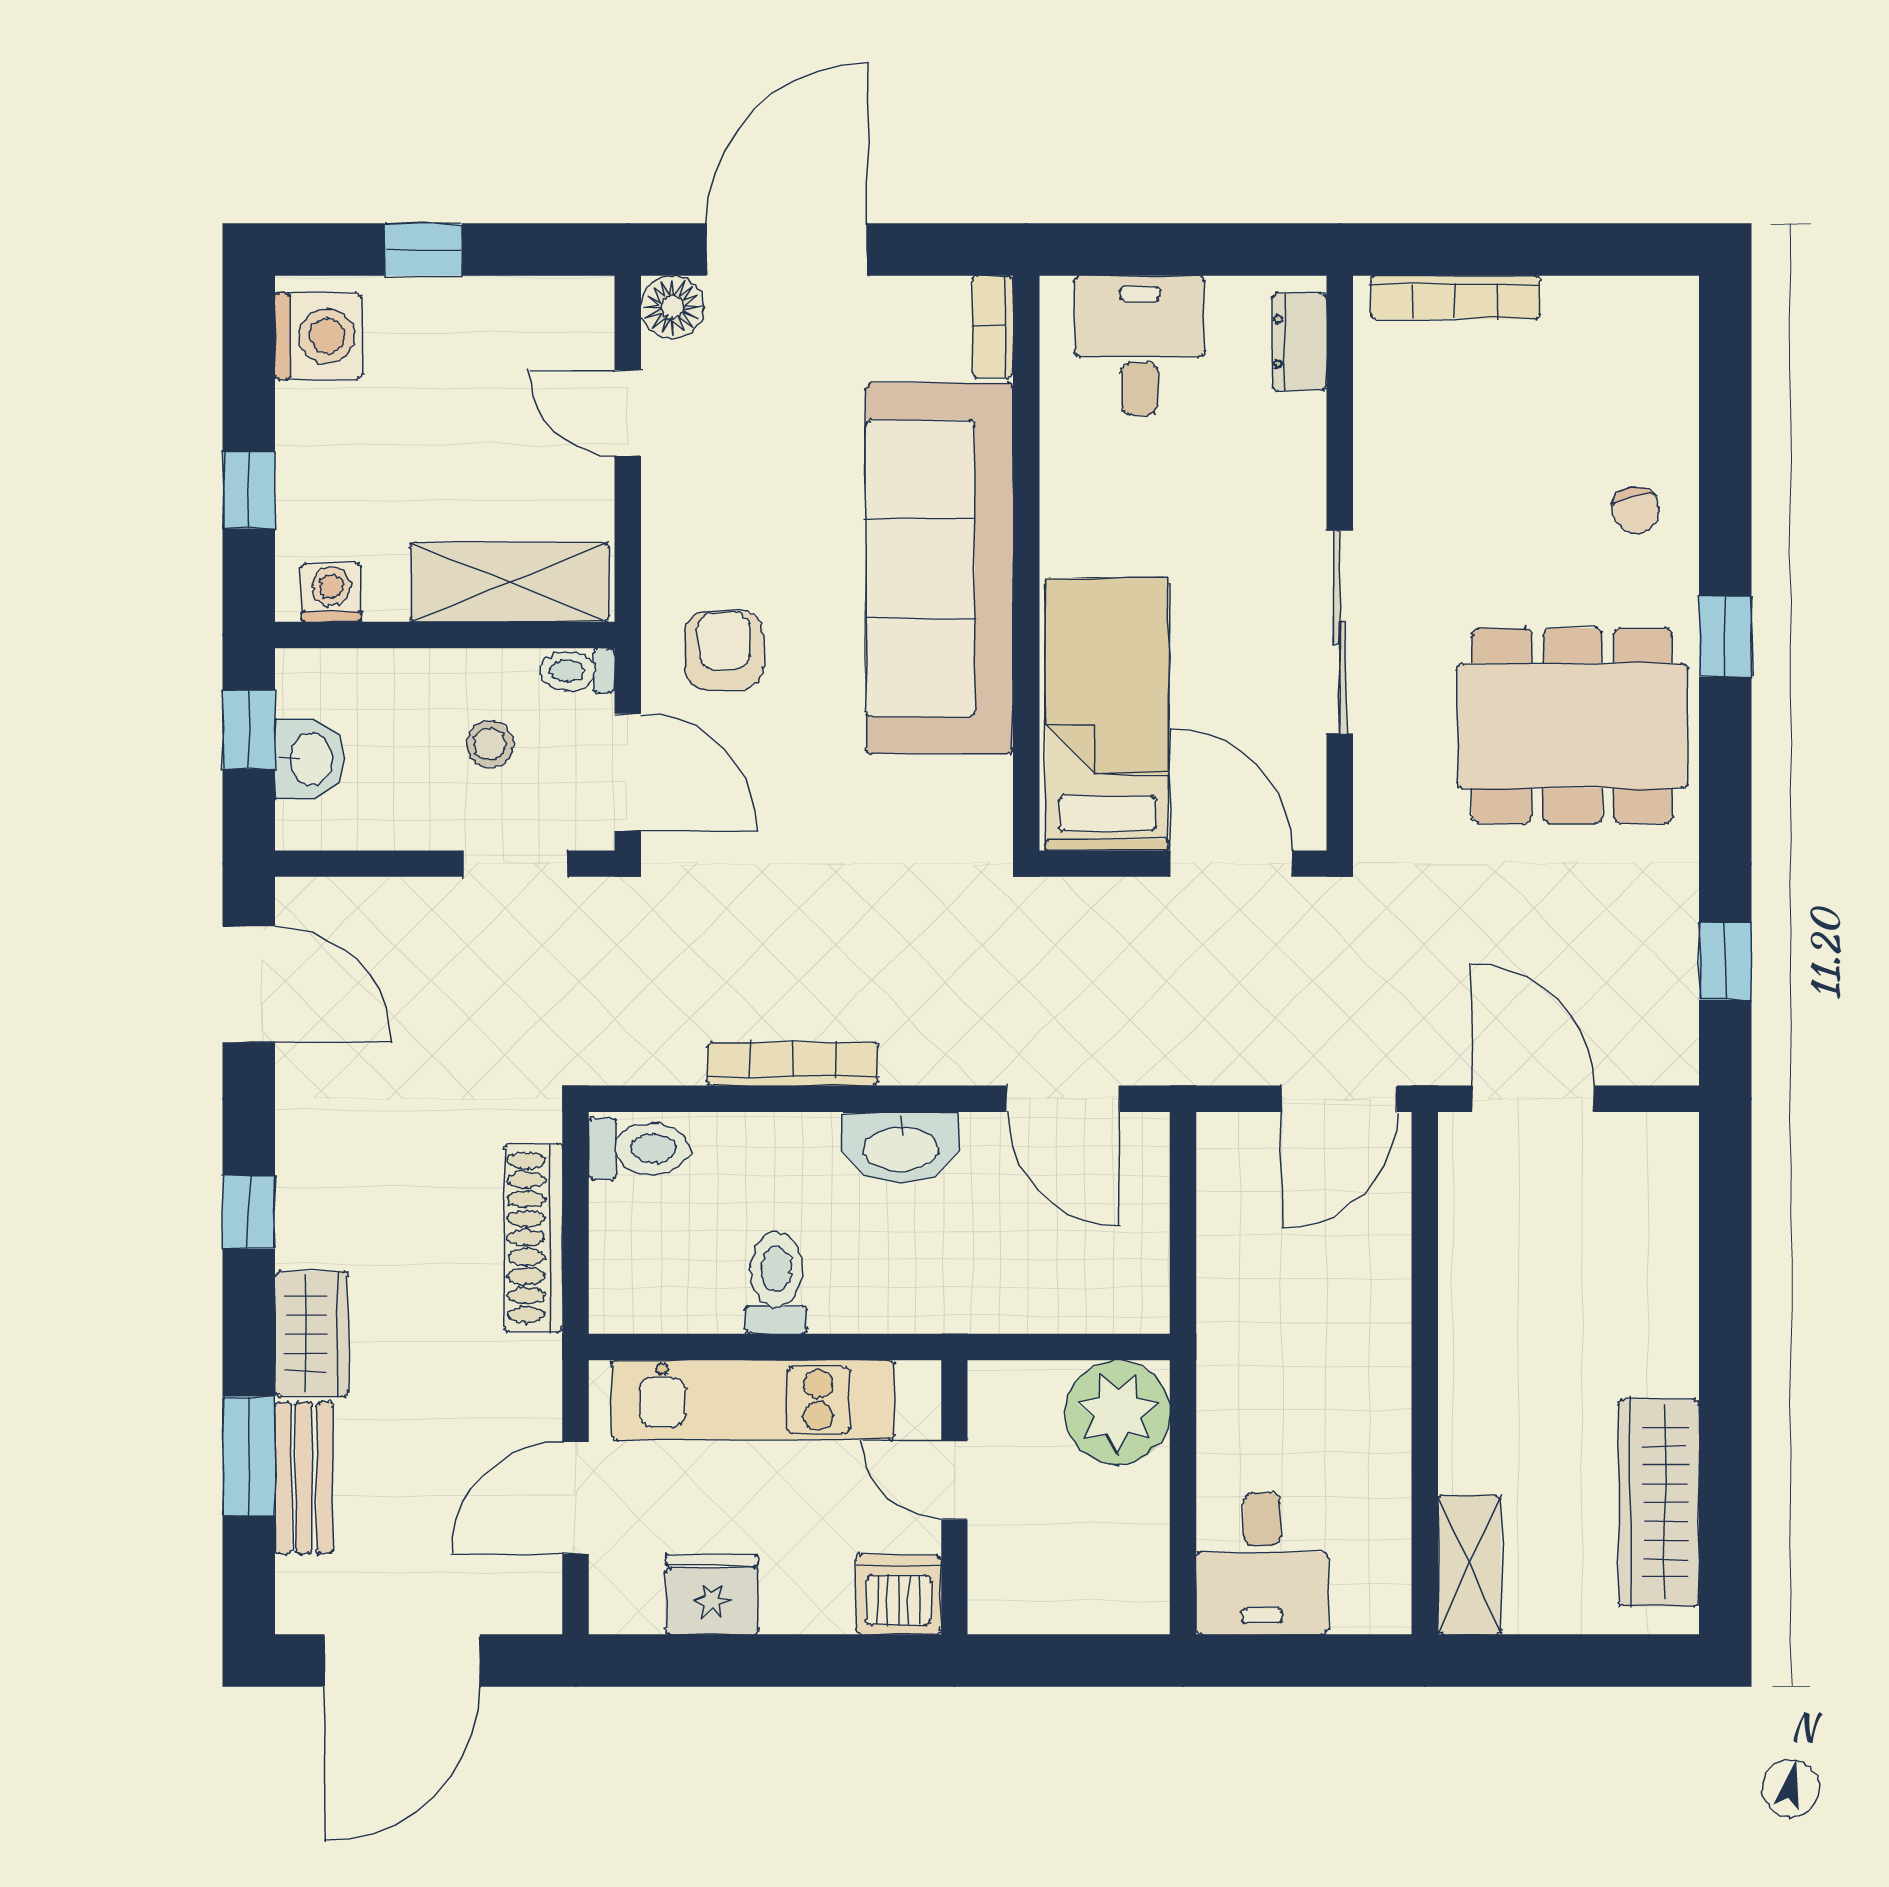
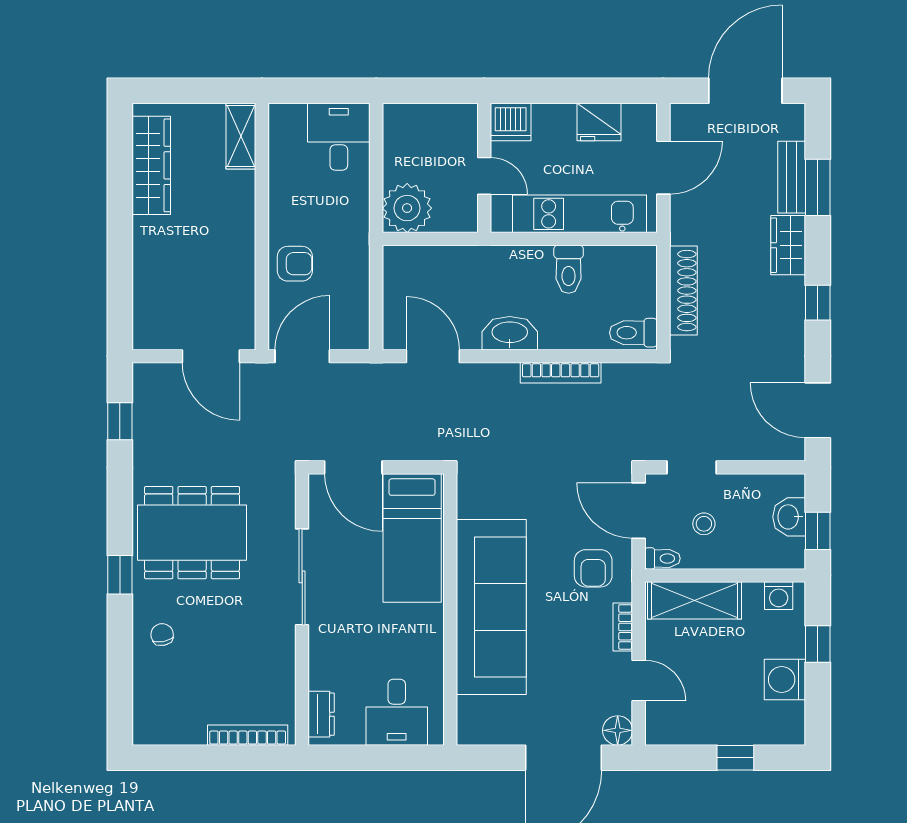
bookcase: (993, 327) -> (623, 627), moved, turned 180
washing machine: (318, 336) -> (785, 679), moved
armchair: (1355, 1295) -> (295, 264), added

